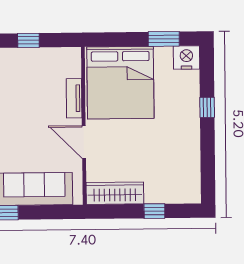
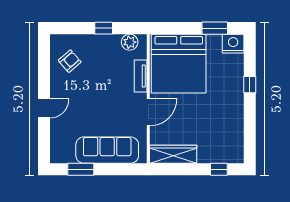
plant: (60, 57) -> (130, 42), added
door: (84, 142) -> (148, 112), swing flipped
window: (154, 211) -> (219, 169), moved

